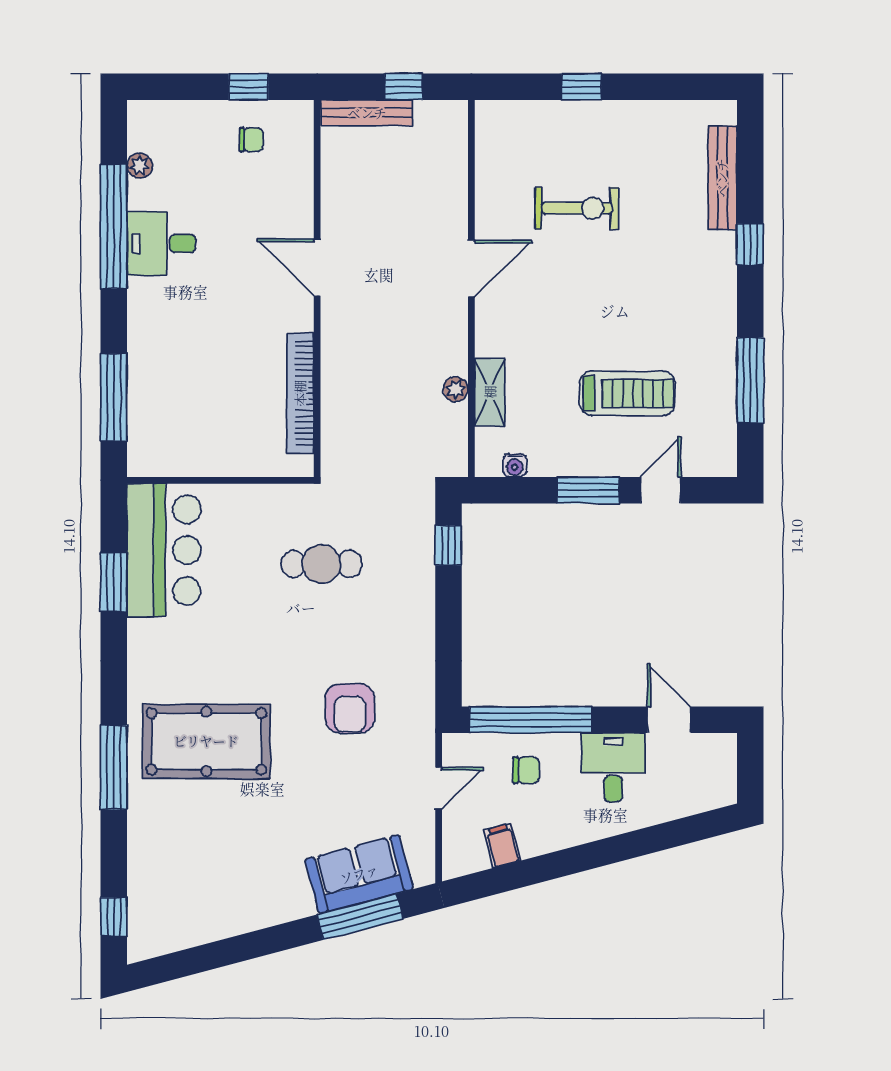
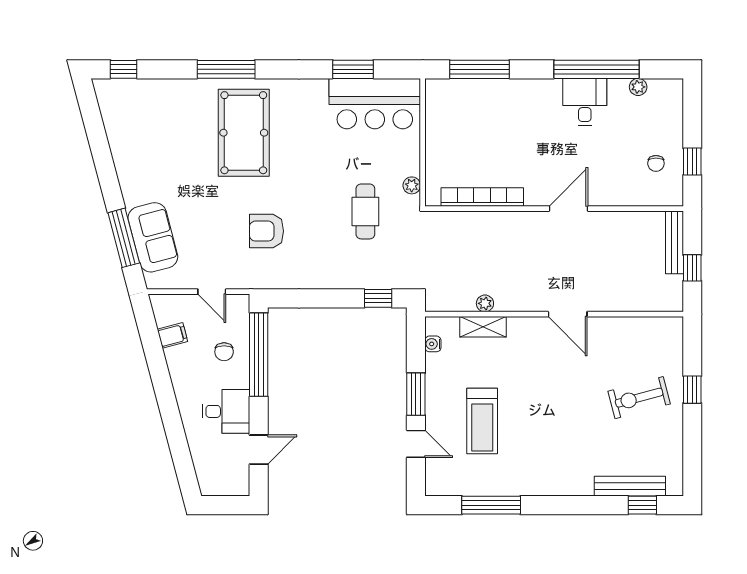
exercise bike: (577, 208) -> (639, 398), moved, turned 75
window: (750, 244) -> (642, 505), moved
plant: (283, 496) -> (412, 185), added

